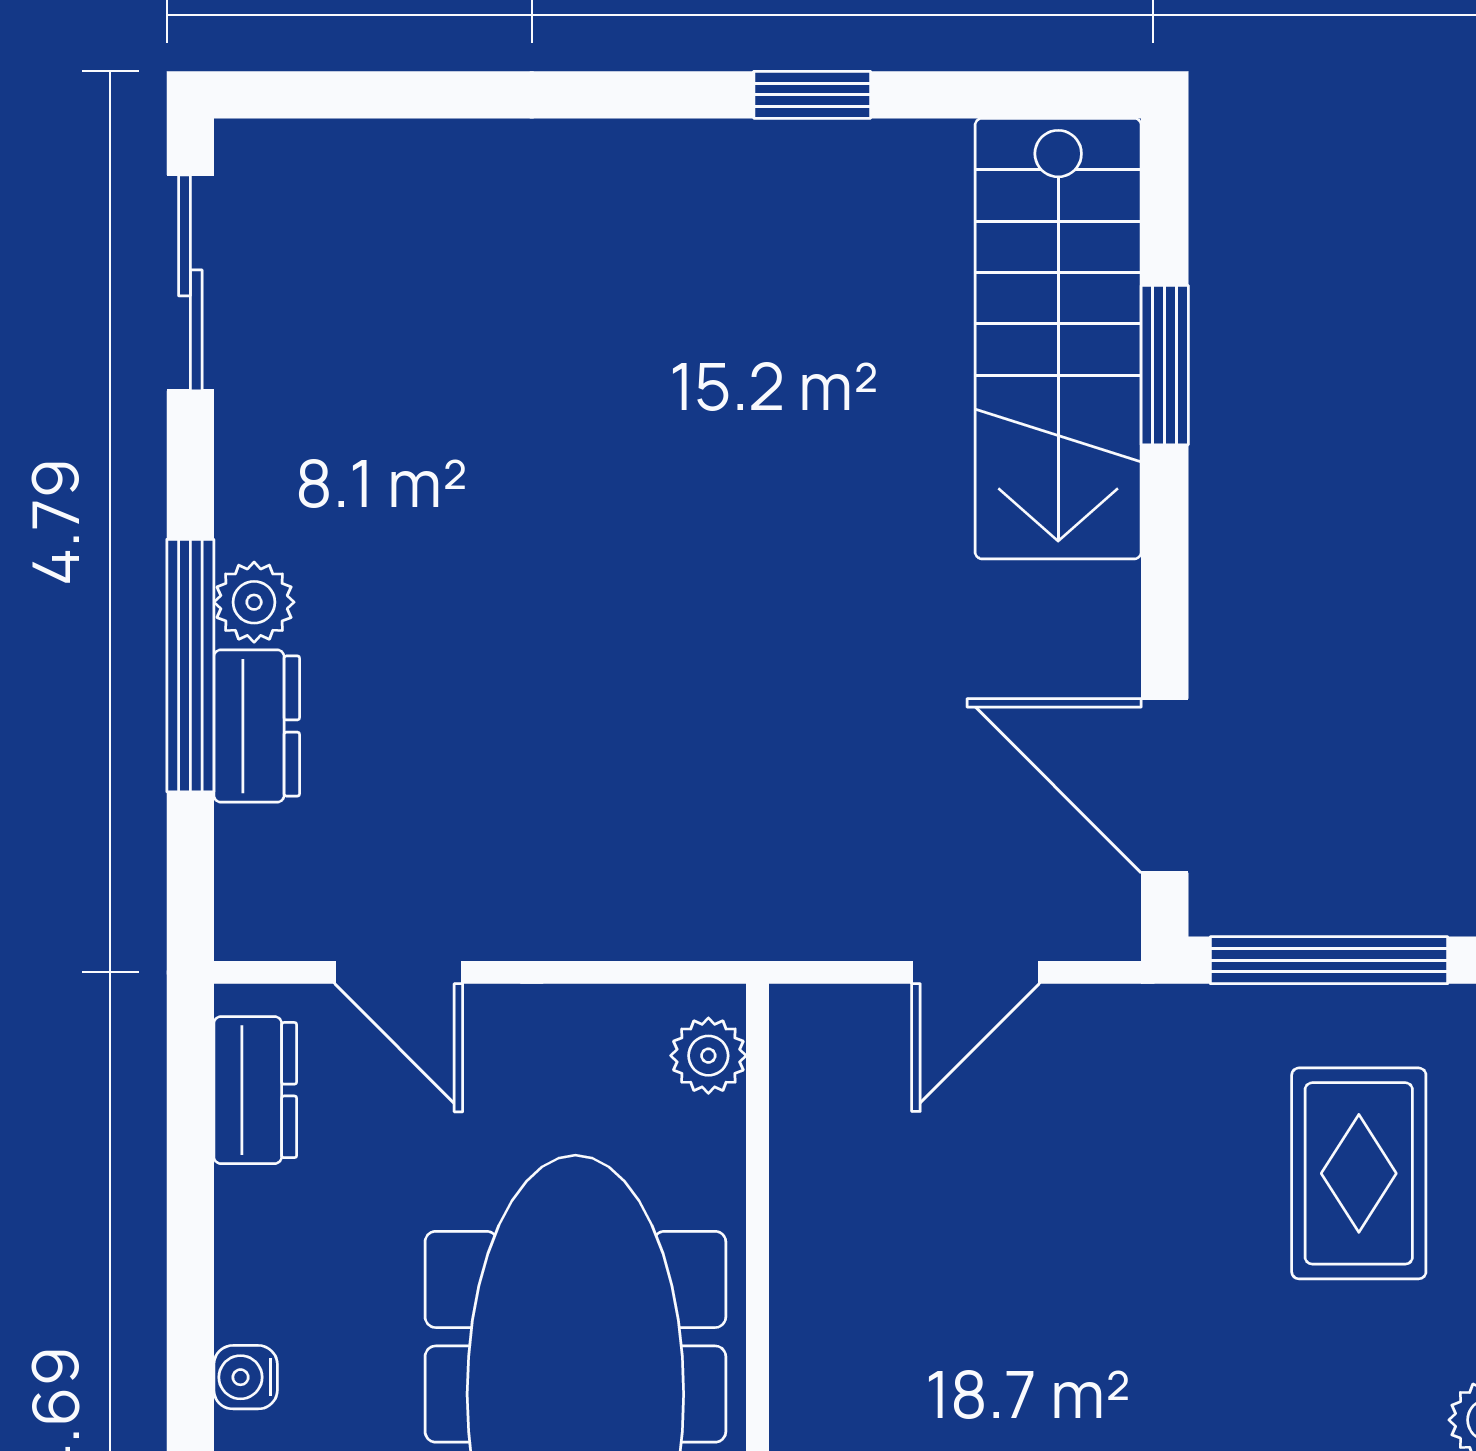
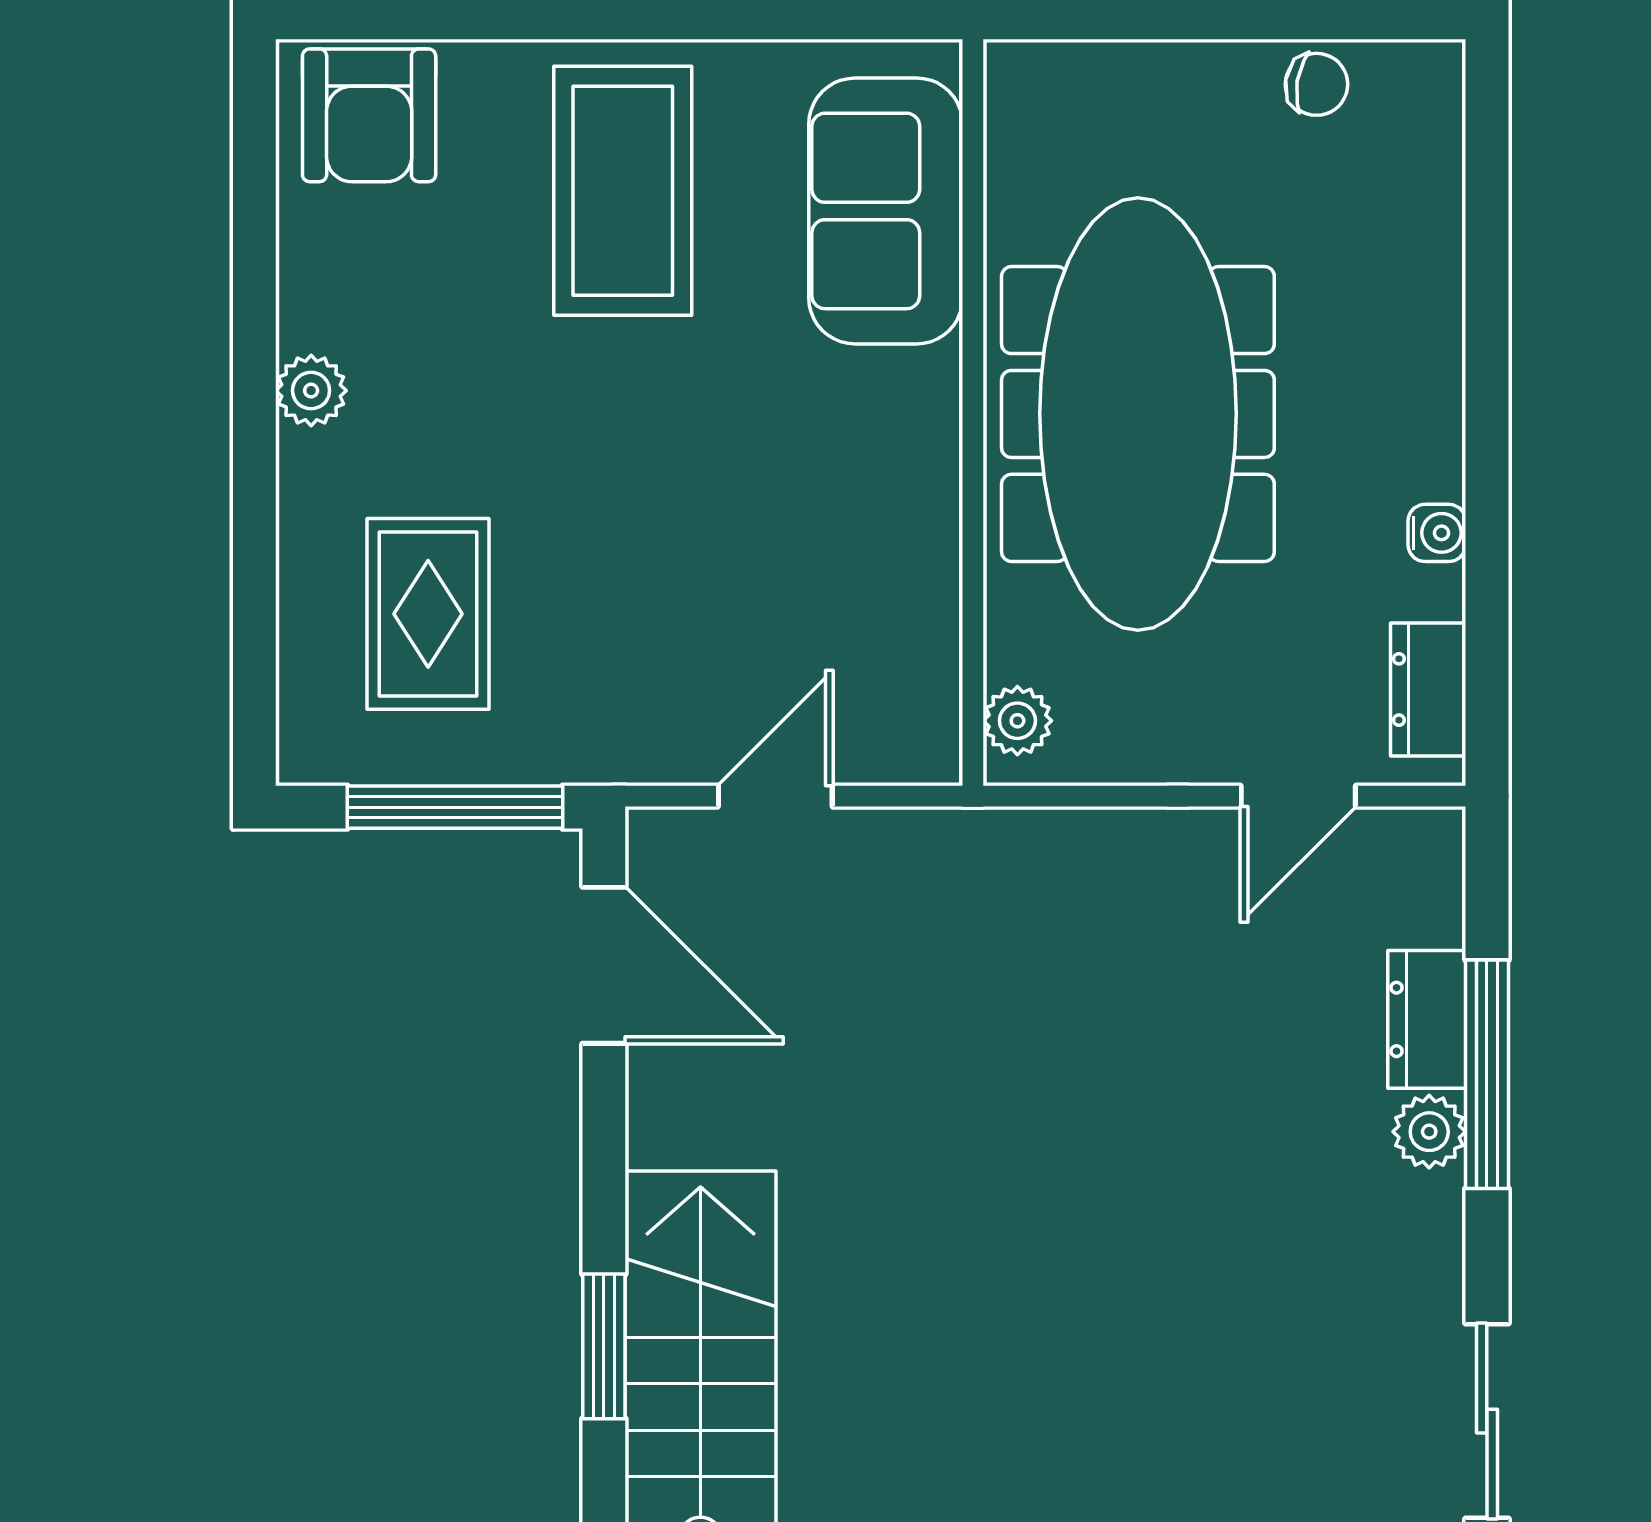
door: (399, 972) -> (1298, 796), swing flipped
water cooler: (246, 1377) -> (1437, 533), moved

